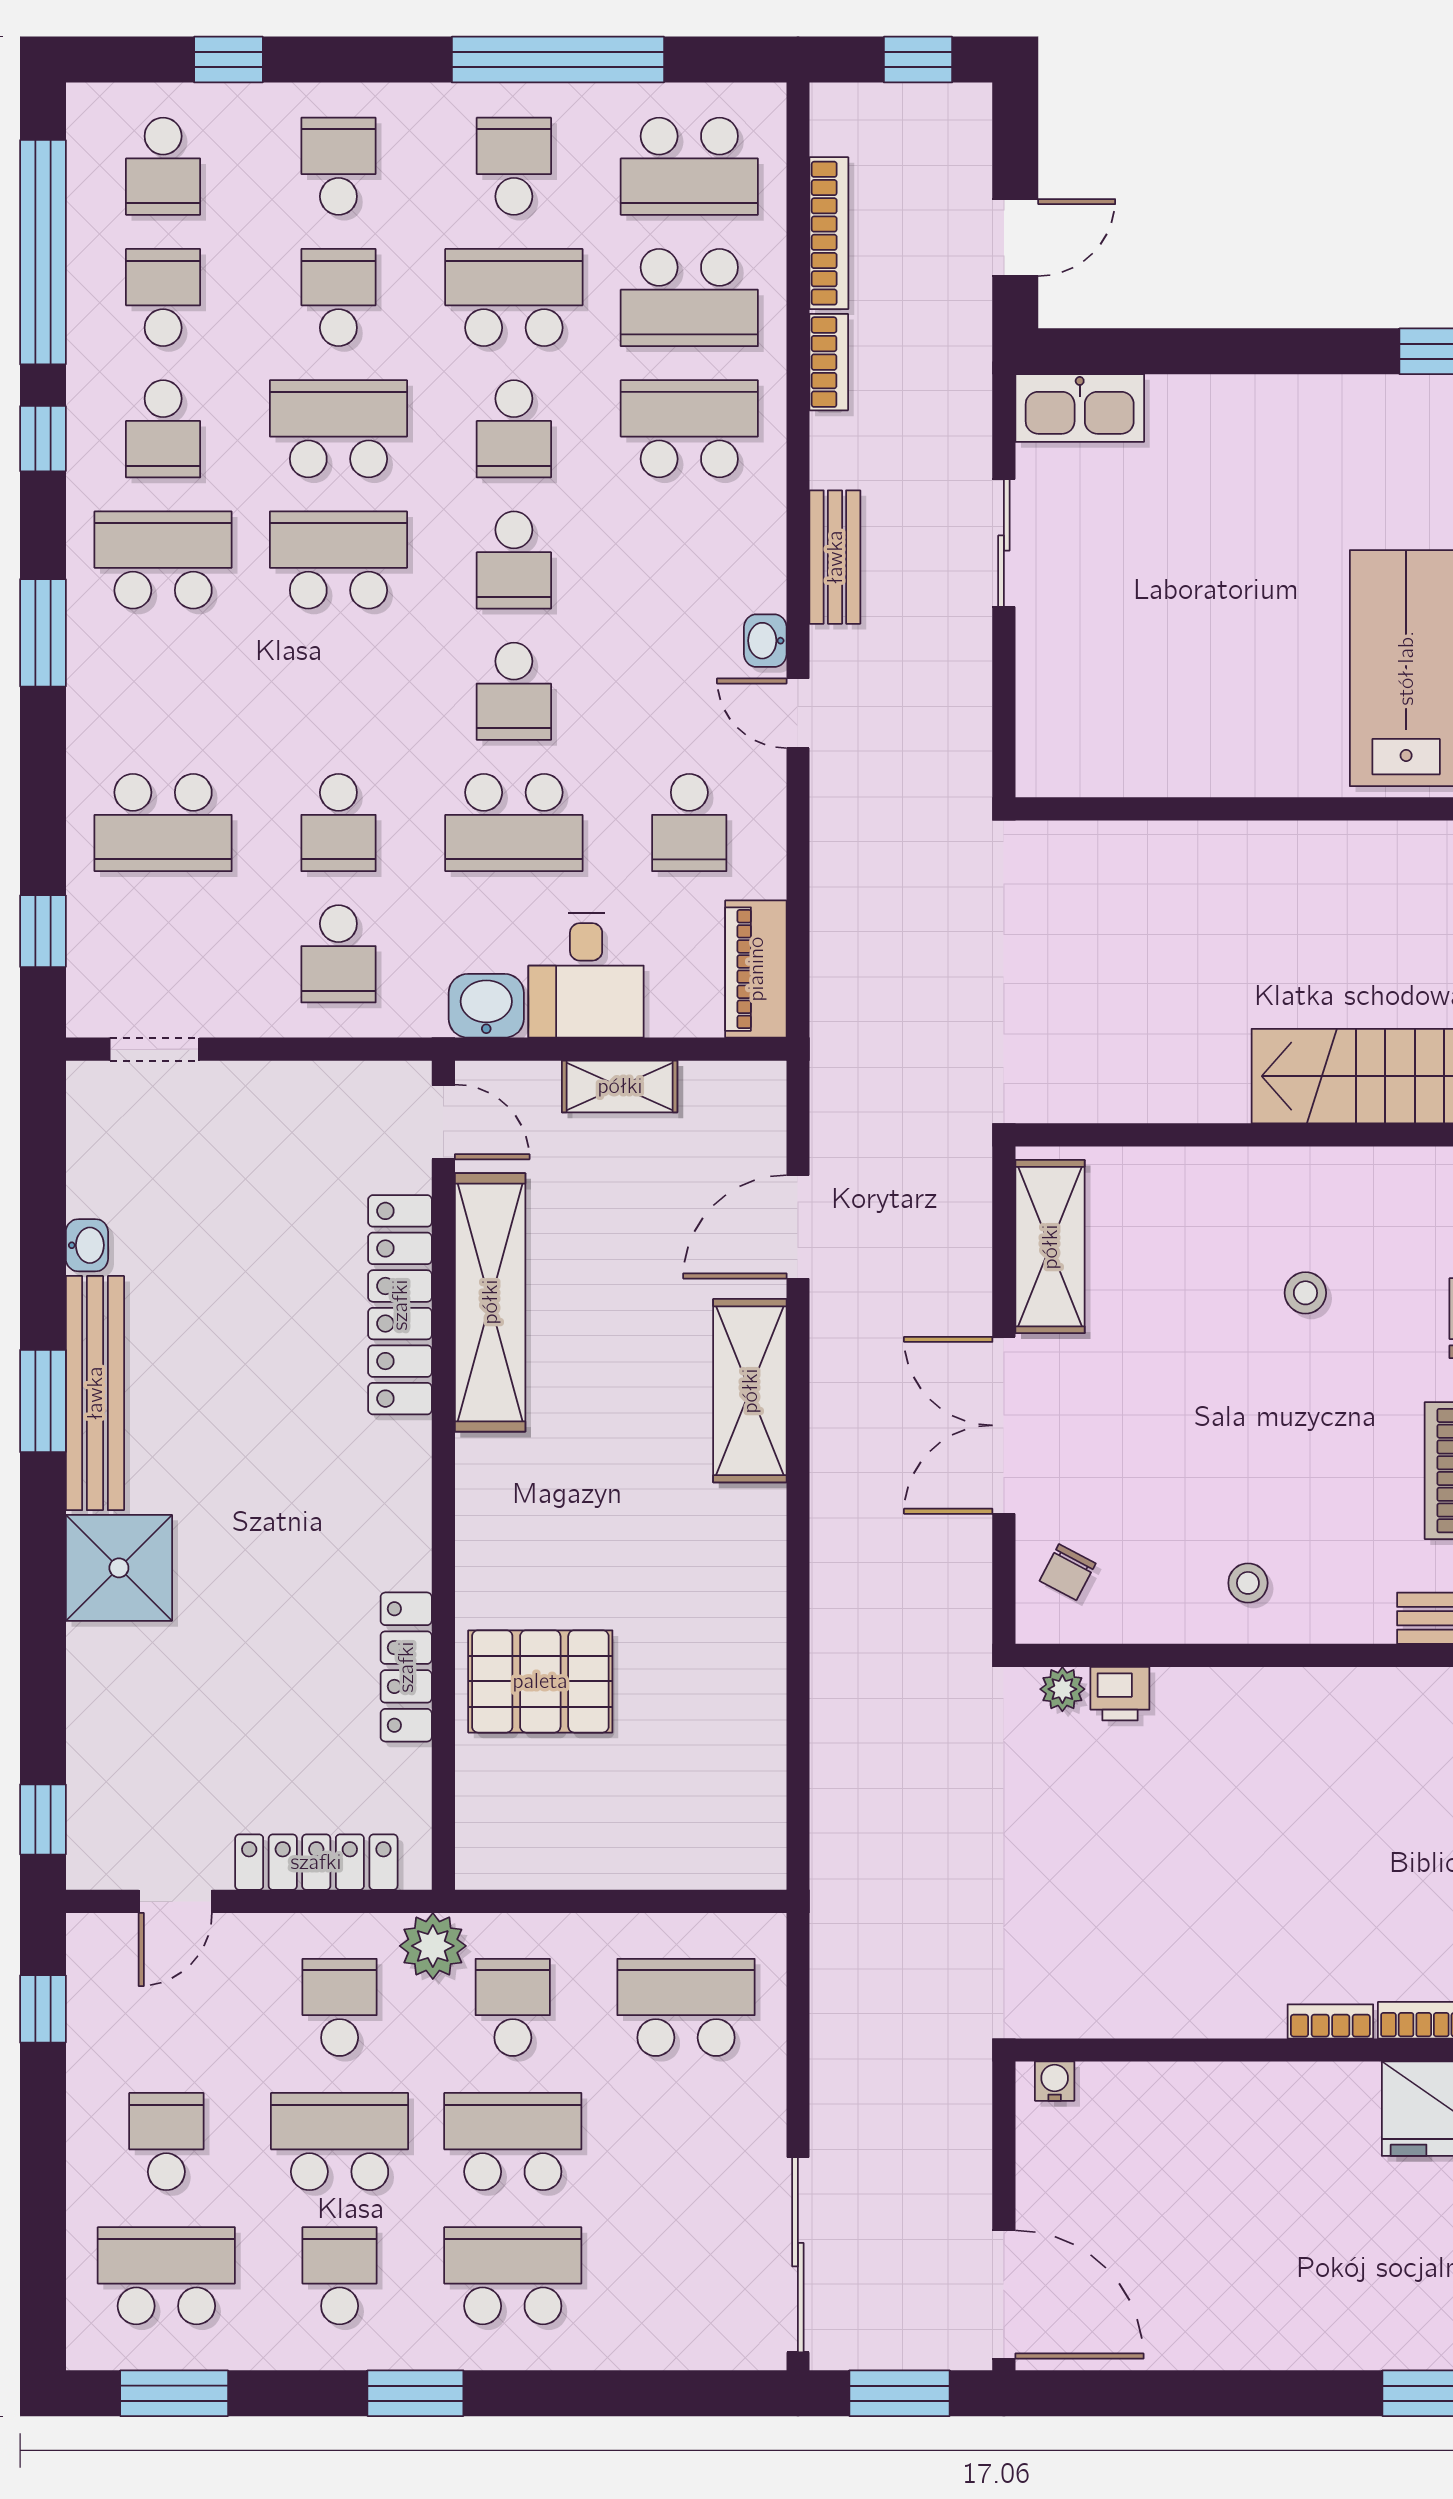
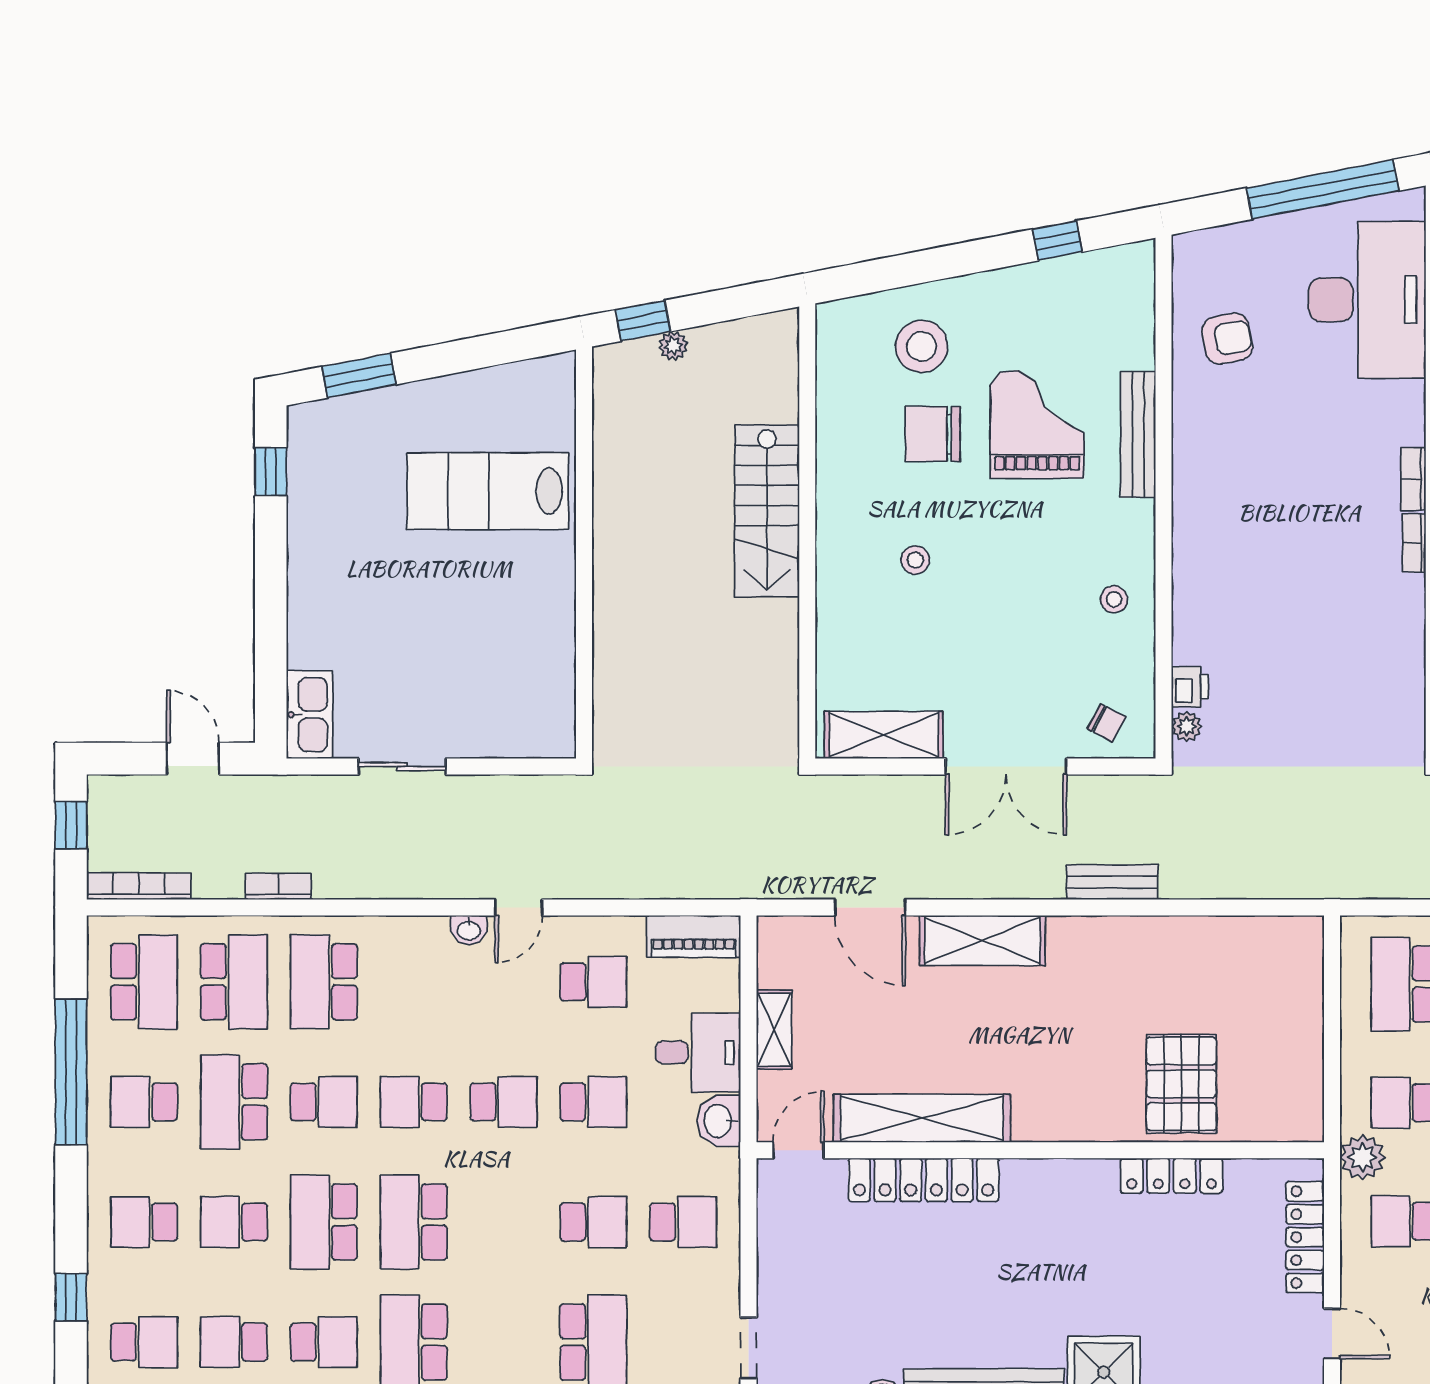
bookcase: (829, 233) -> (139, 886), moved
bench: (835, 557) -> (1112, 882), moved
school desk: (514, 560) -> (414, 1102), turned 180
school desk: (514, 823) -> (593, 1102), width x0.54

